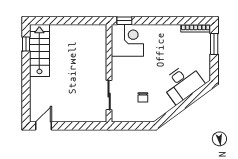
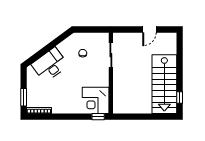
stairs: (39, 51) -> (164, 84), width x1.36, depth x1.51
door: (43, 126) -> (149, 29), moved

